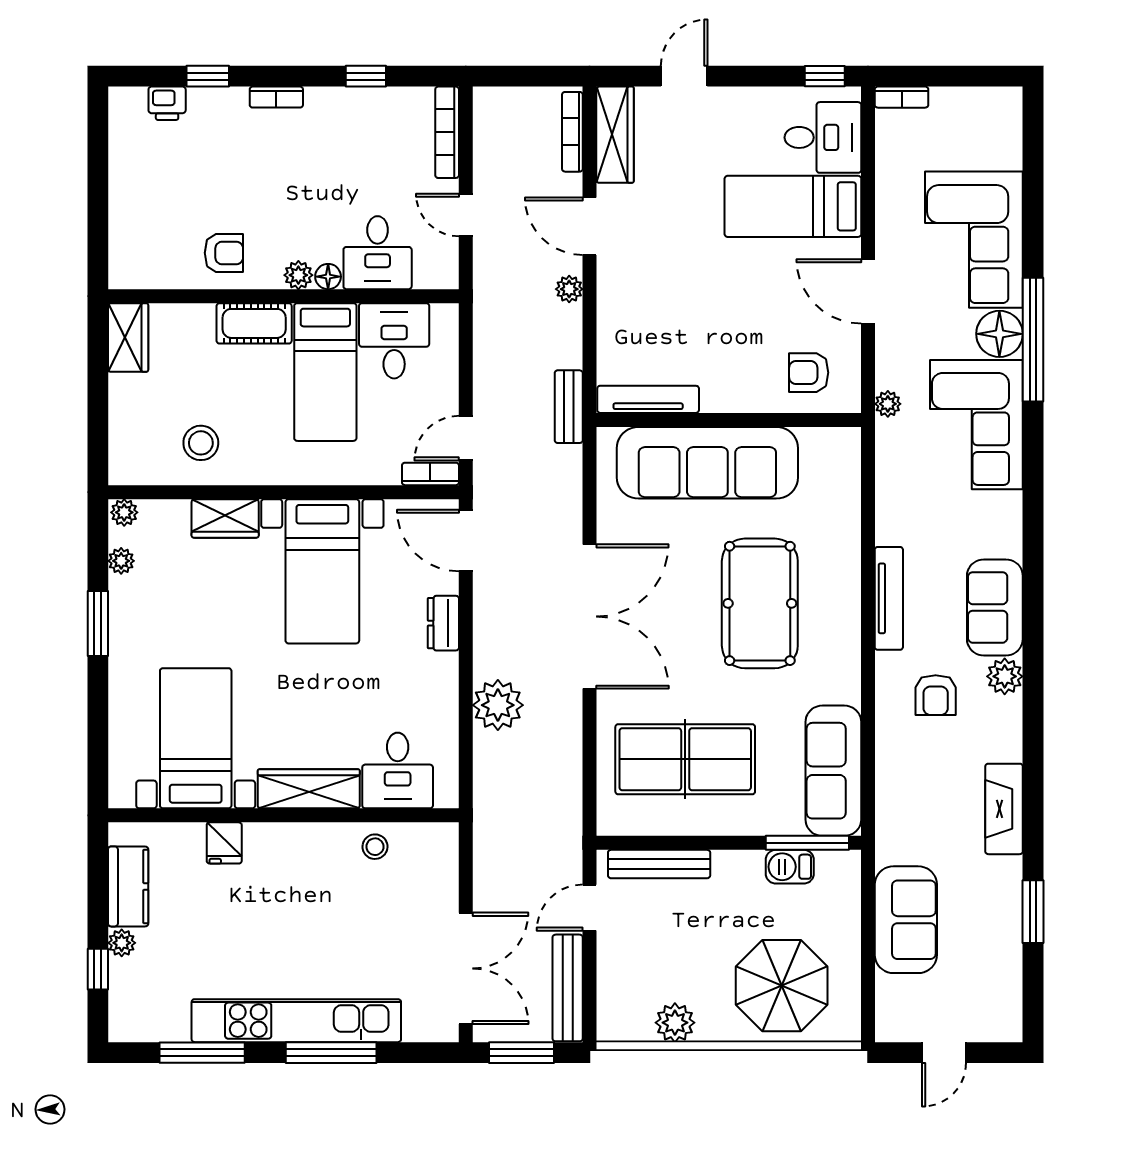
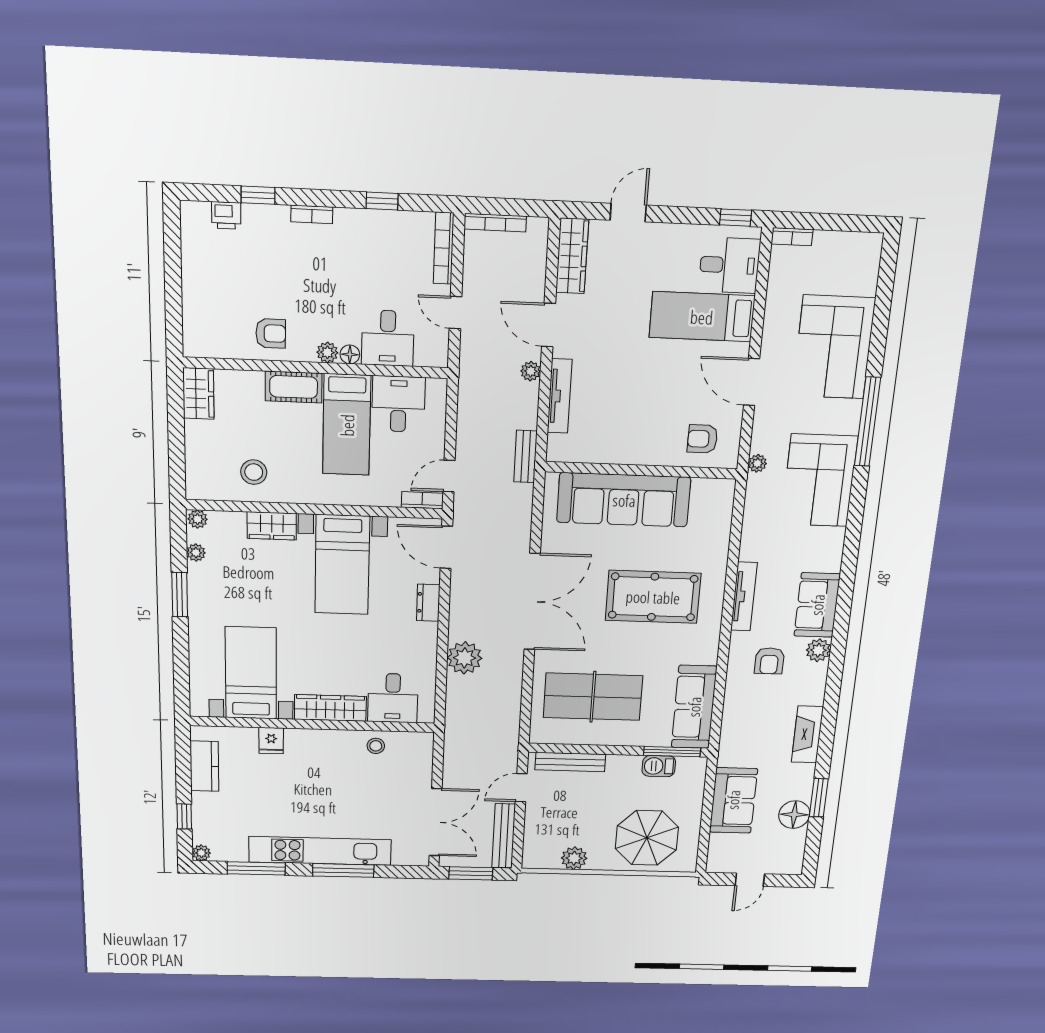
bookcase: (572, 132) -> (495, 223), moved, turned -90
floor lamp: (999, 334) -> (794, 815), moved
tv unit: (648, 399) -> (560, 396), moved, turned 90
pool table: (760, 603) -> (653, 597), turned 90
plant: (122, 943) -> (201, 853), moved

